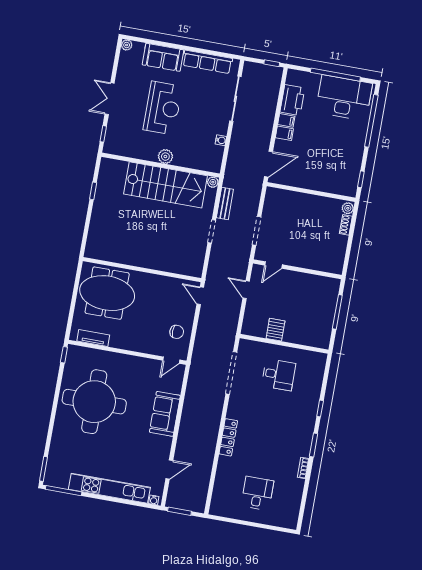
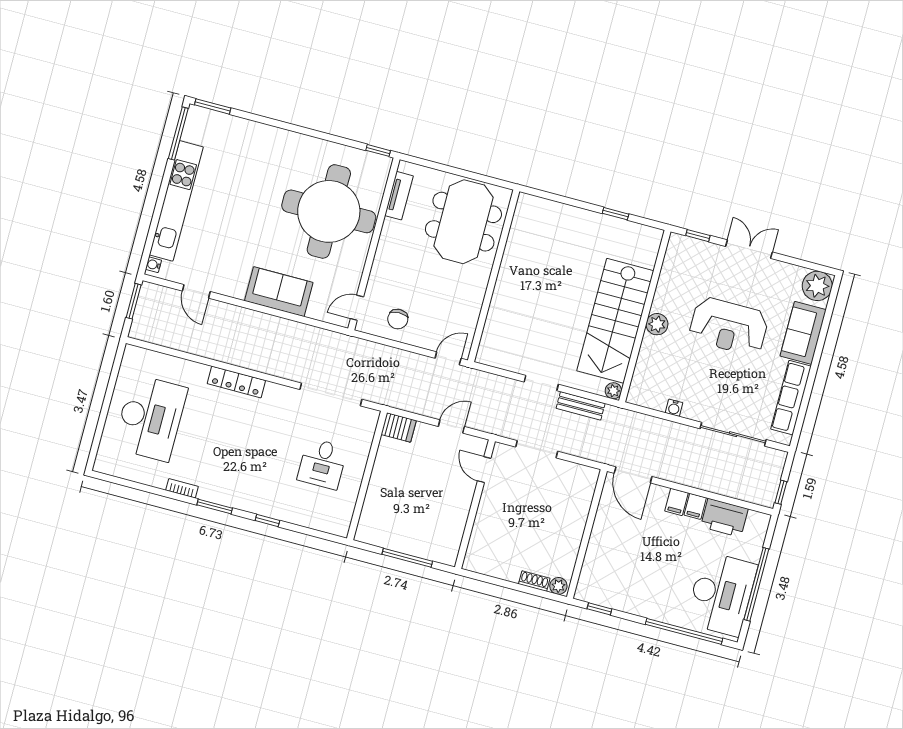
plant: (127, 45) -> (817, 286), width x1.88, depth x1.88
server rack: (275, 330) -> (399, 427), moved
door: (171, 360) -> (357, 308), hinge flipped
round table: (94, 402) -> (329, 211), moved
desk: (257, 493) -> (150, 418), width x1.87, depth x1.30

